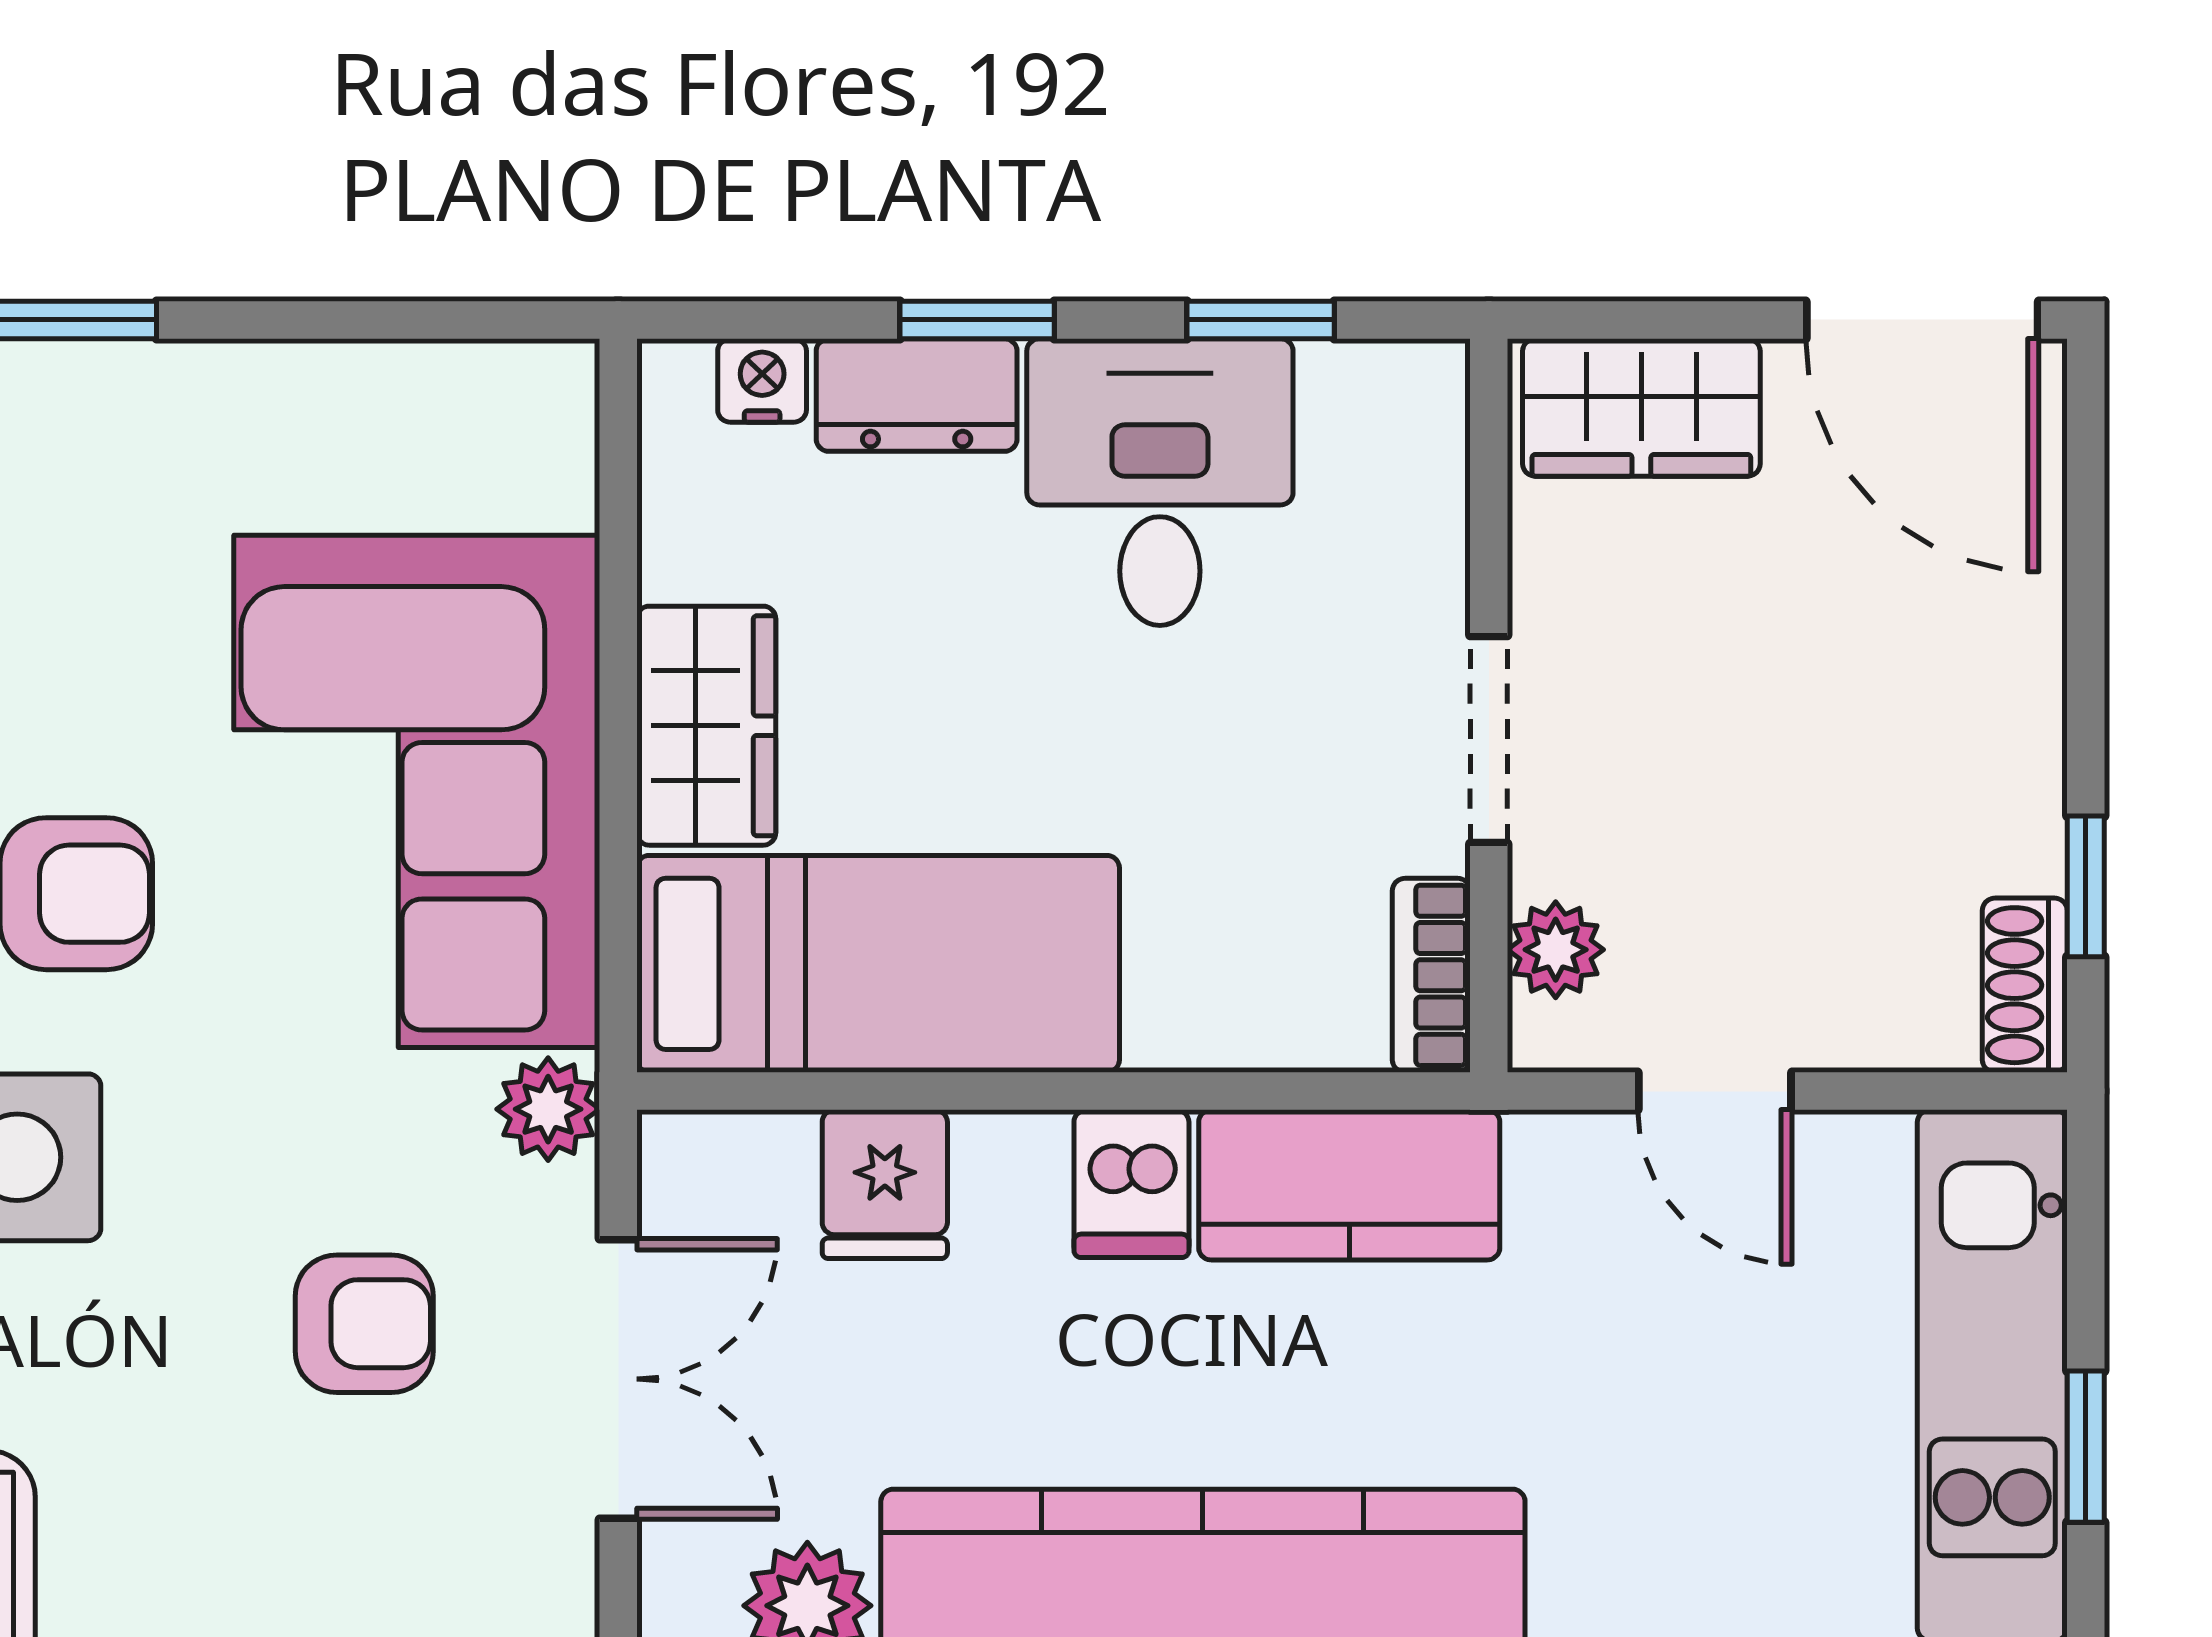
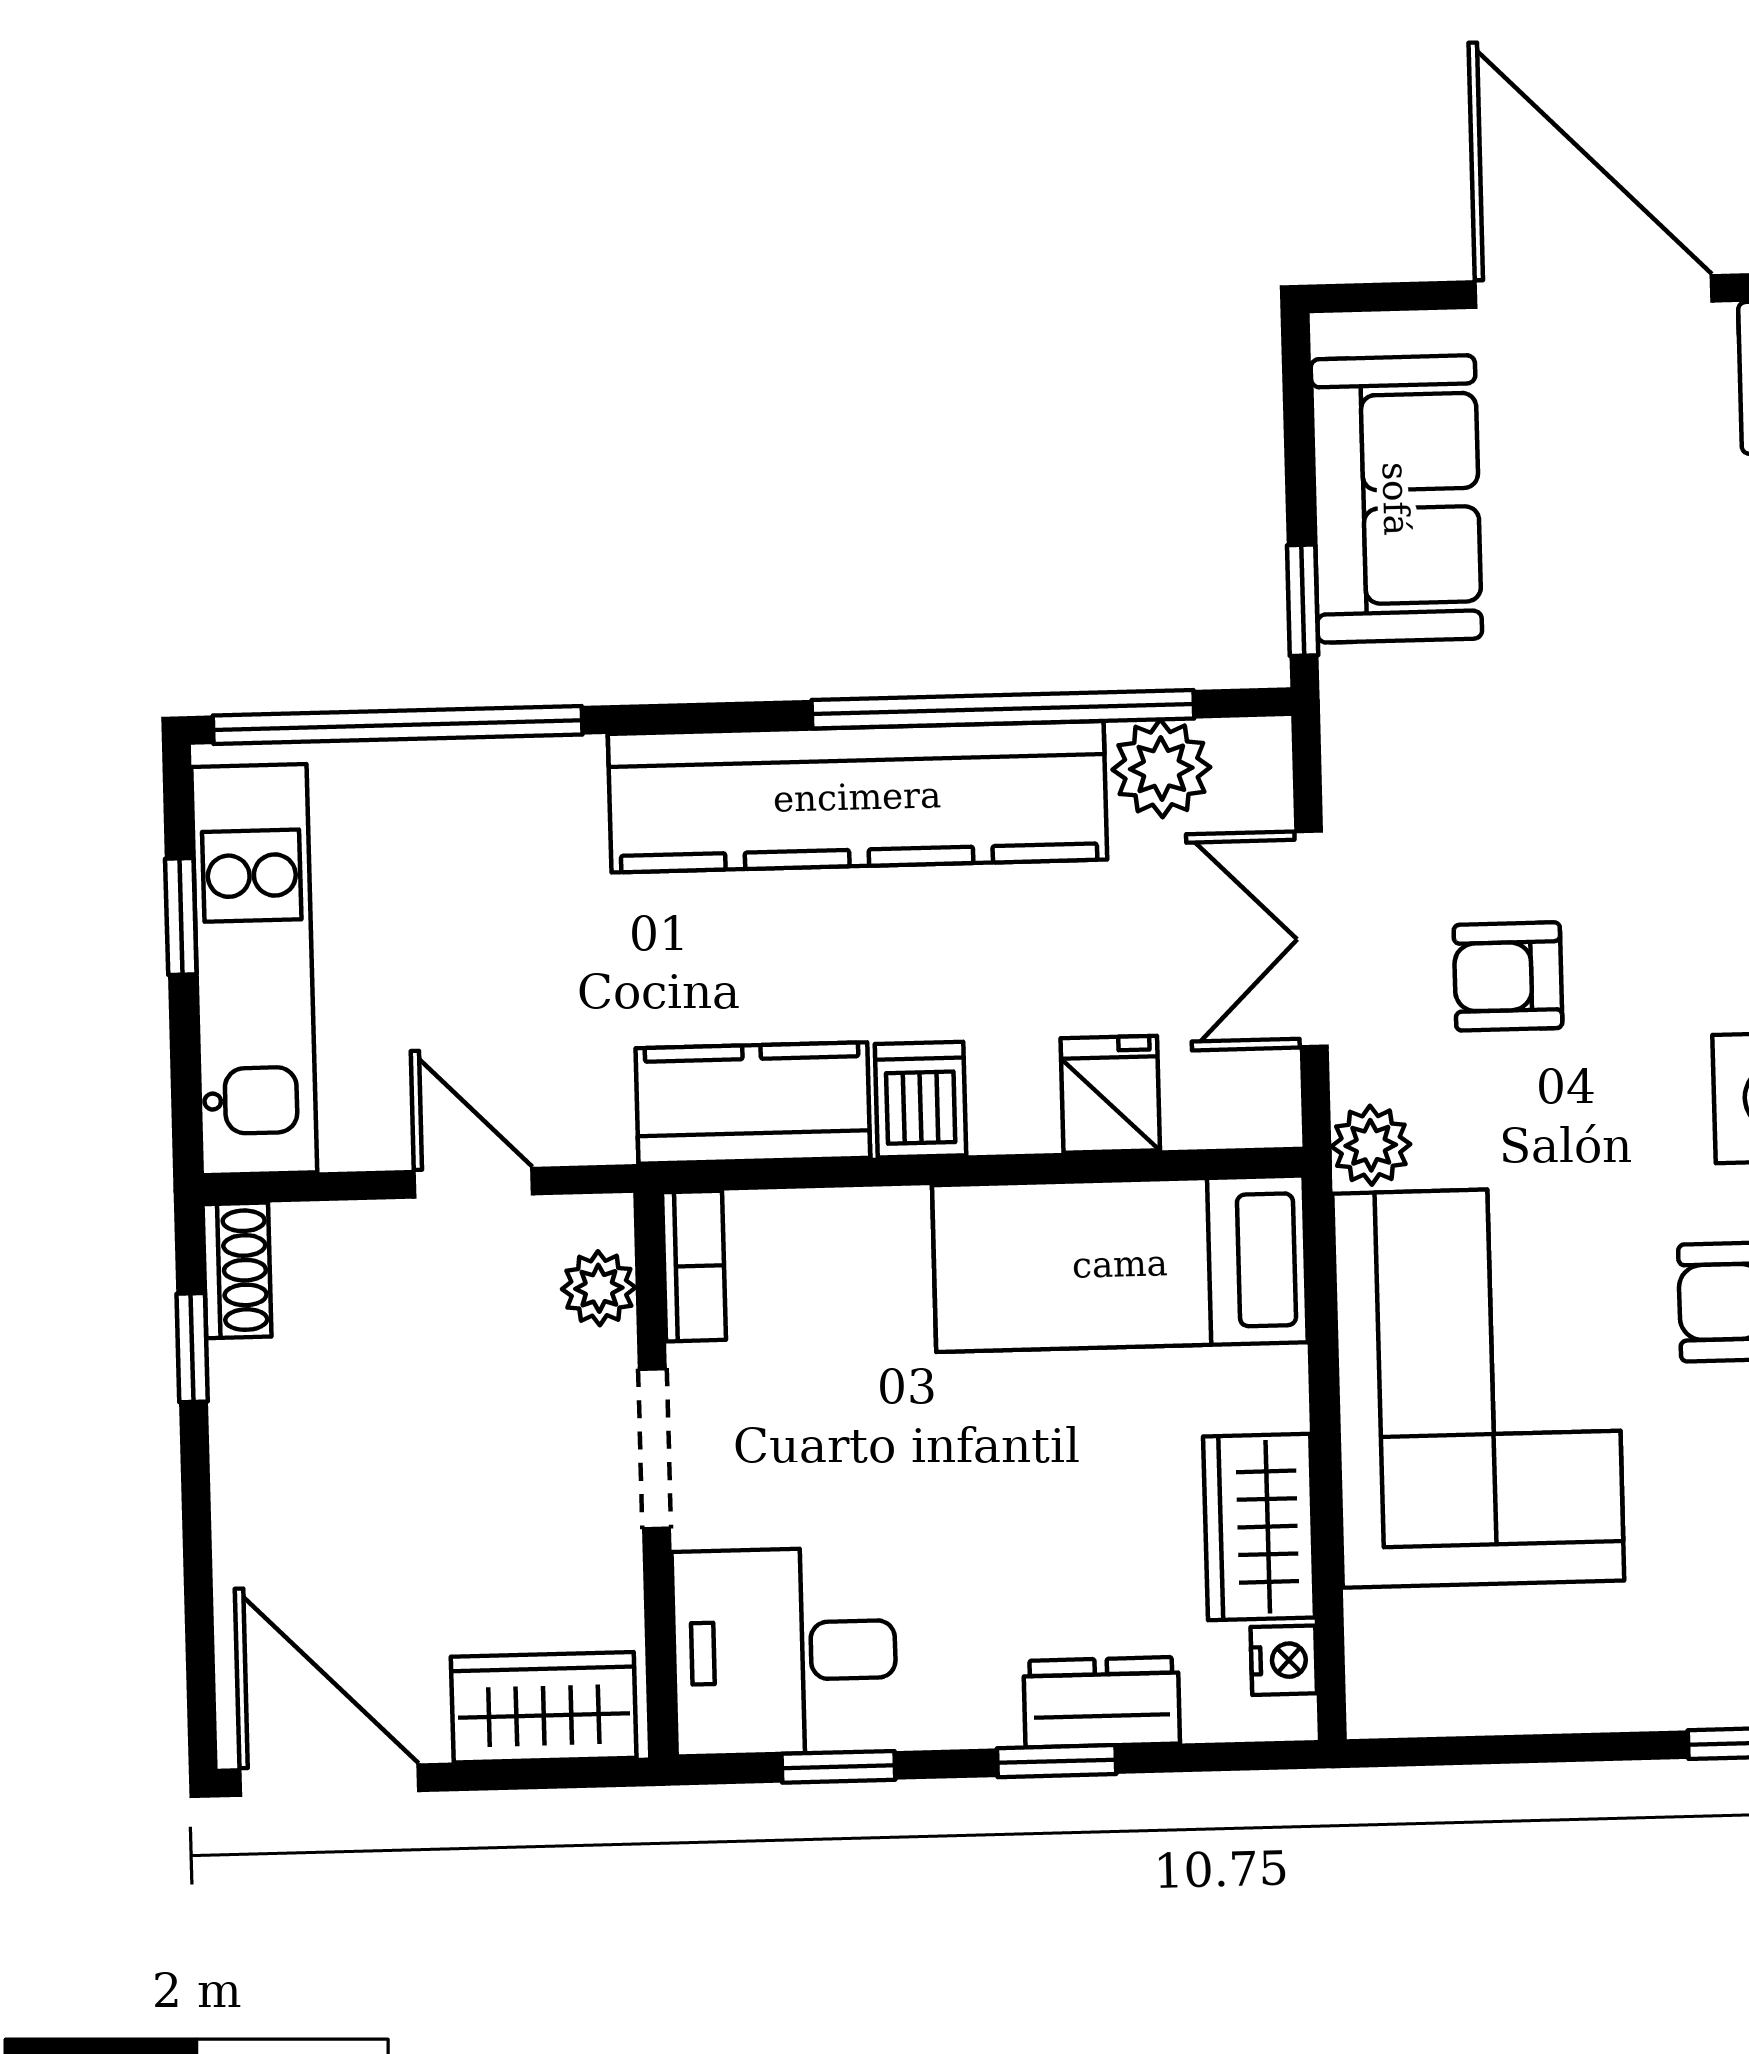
nightstand: (762, 380) -> (1284, 1660), moved, turned -90
desk: (1160, 482) -> (785, 1651), moved, turned 90
wardrobe: (706, 726) -> (1259, 1527), moved

